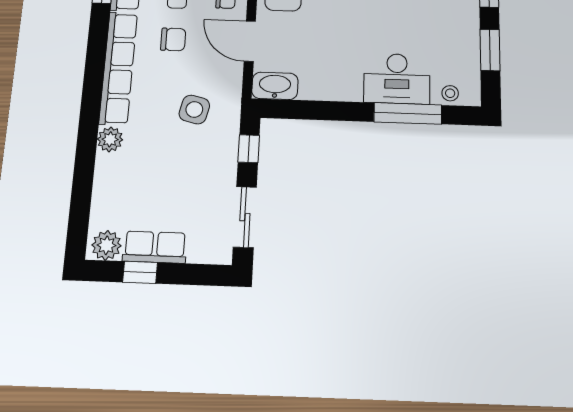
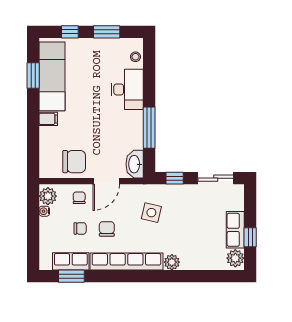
window: (408, 113) -> (149, 128), moved

